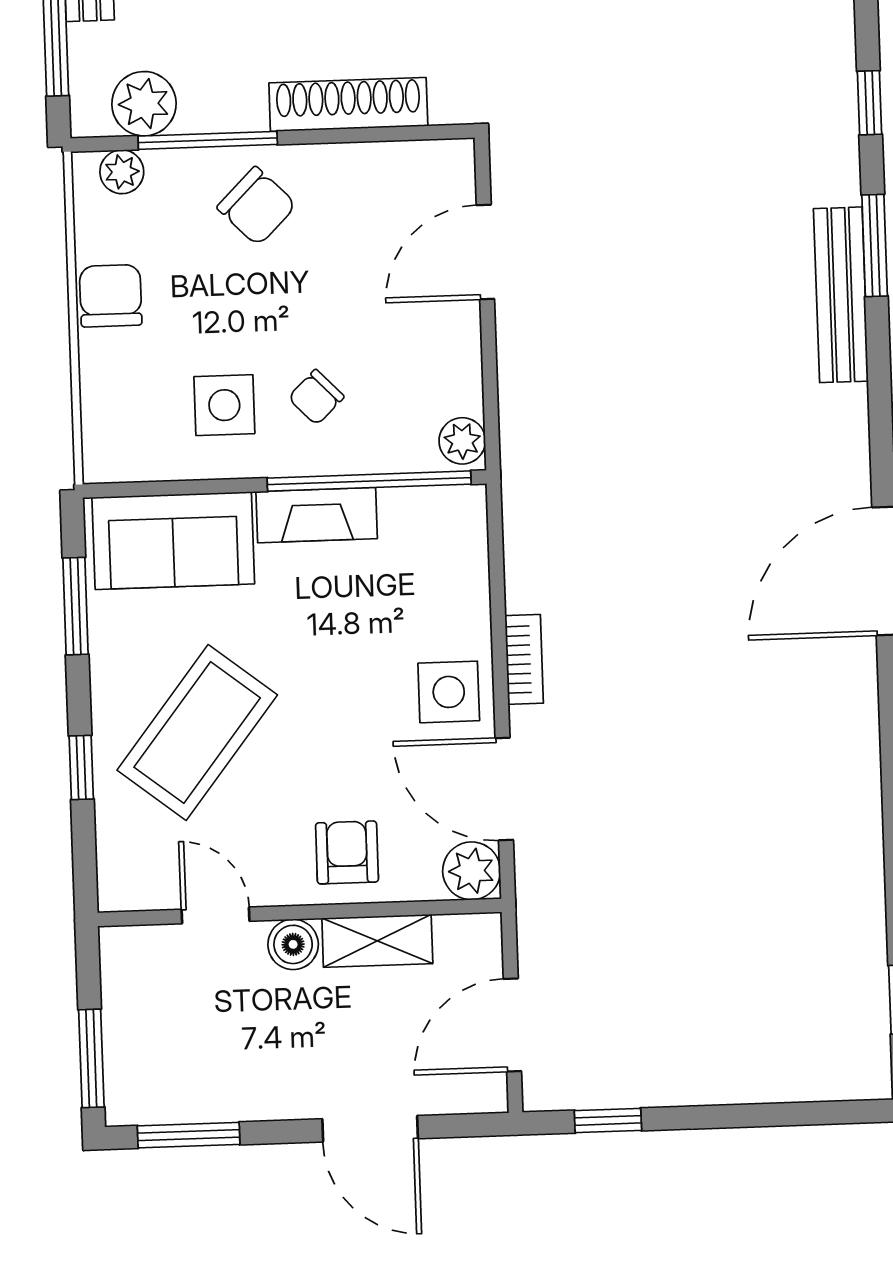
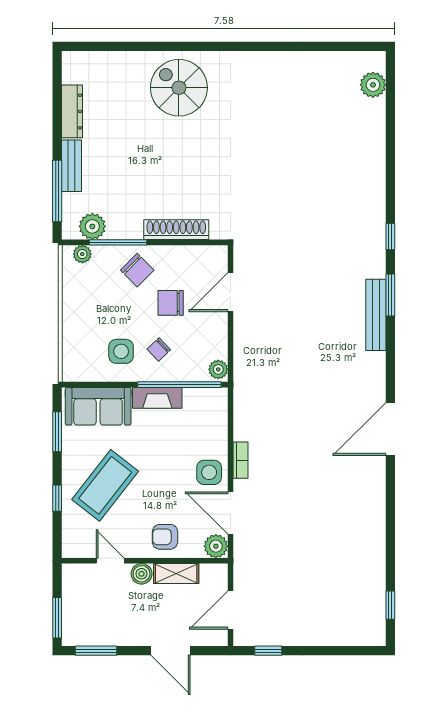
chair: (111, 296) -> (171, 303), moved, turned -90
armchair: (347, 852) -> (165, 537), turned -90

